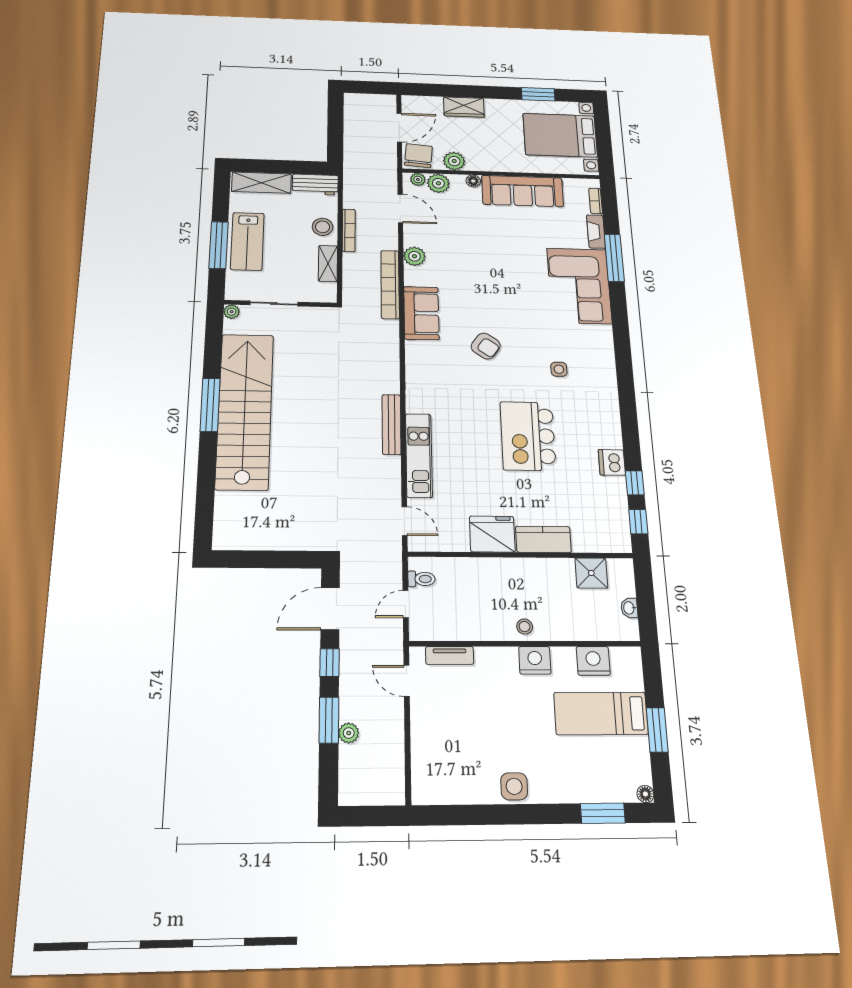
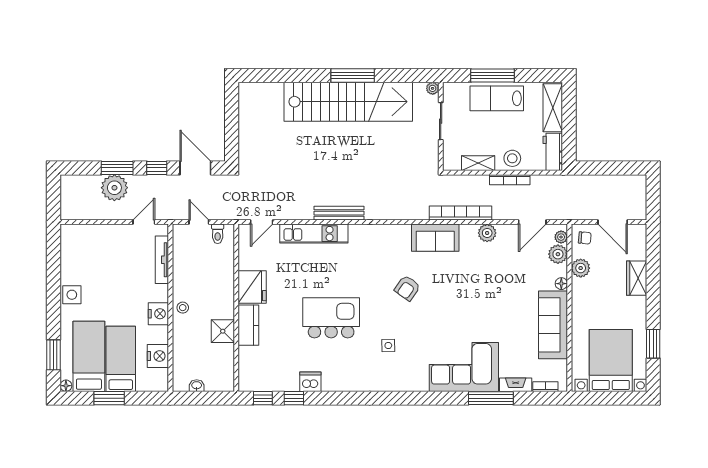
chair: (418, 156) -> (585, 238), width x0.54, depth x0.54
shower: (591, 573) -> (223, 331), moved
tv unit: (450, 655) -> (162, 260), width x1.41
plant: (349, 733) -> (114, 188), width x1.87, depth x1.87
bed: (601, 760) -> (89, 356), added

